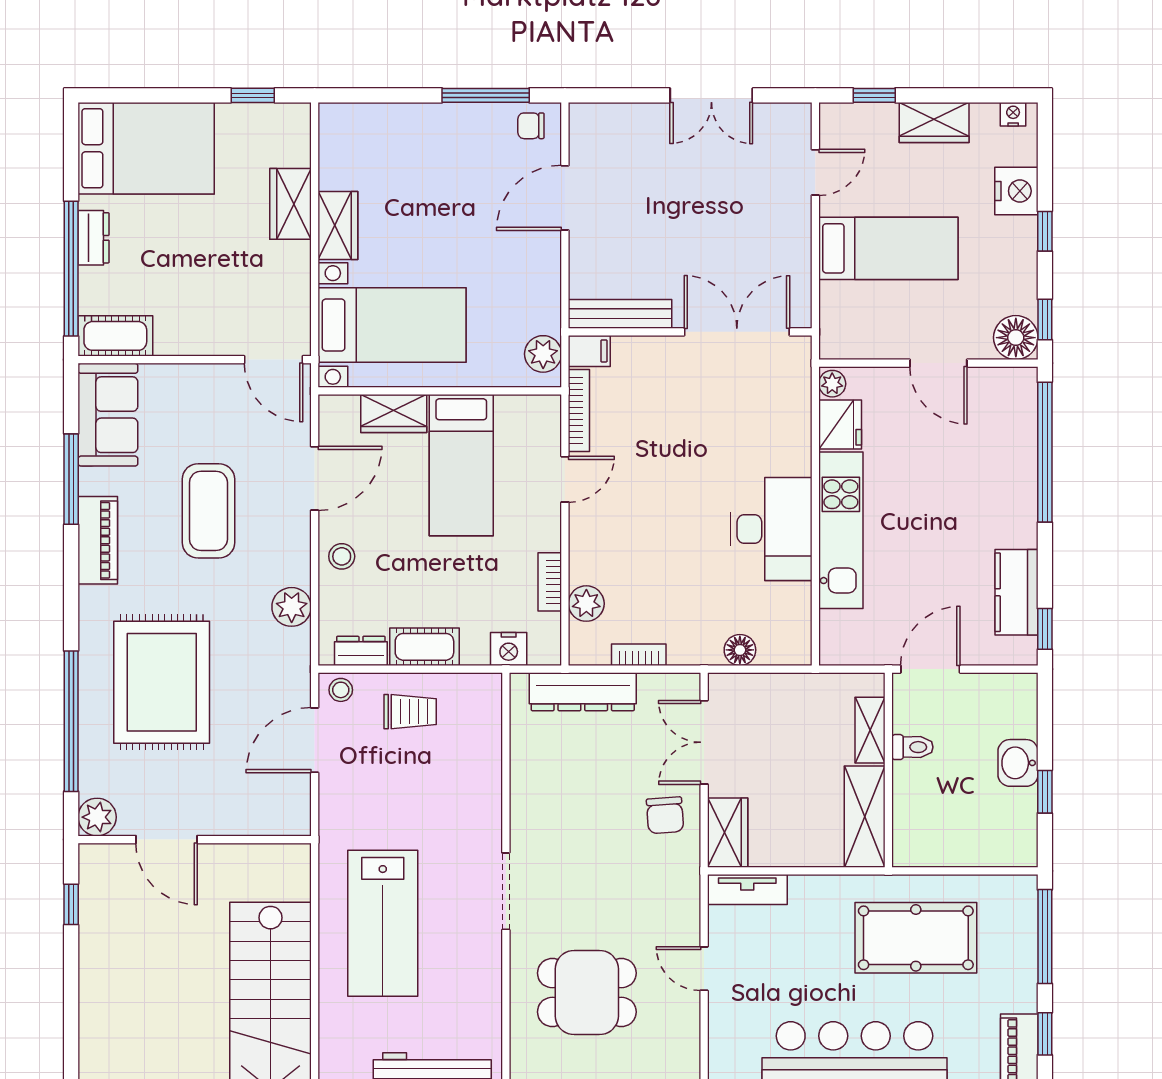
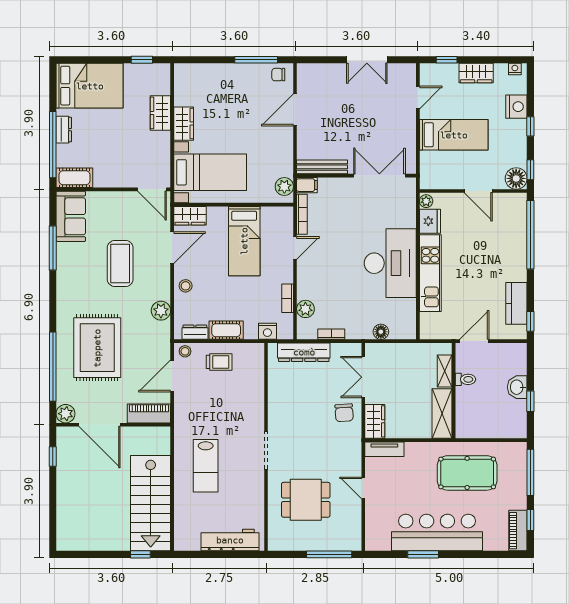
wardrobe: (394, 413) -> (190, 216), moved
desk: (771, 529) -> (390, 263), width x1.36, depth x1.30
piano: (98, 540) -> (149, 413), moved, turned -90
door: (166, 840) -> (100, 425), width x1.36
lab bench: (383, 923) -> (206, 466), width x0.73, depth x0.72

